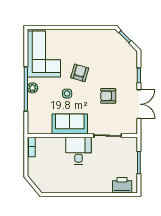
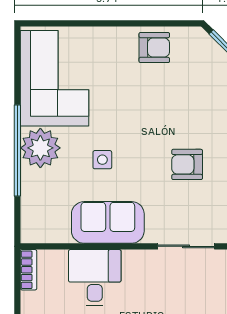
armchair: (80, 73) -> (154, 48), moved, turned 74
plant: (32, 88) -> (40, 148), width x1.88, depth x1.88
desk: (78, 151) -> (95, 278), moved

